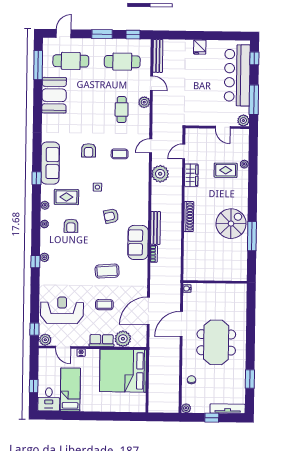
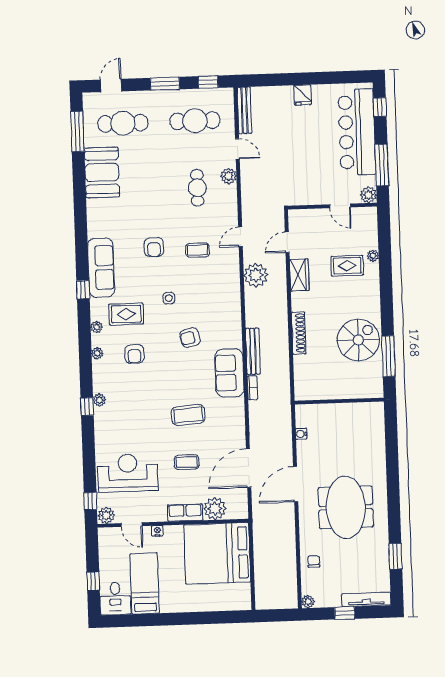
wall: (215, 282) -> (339, 401), moved

